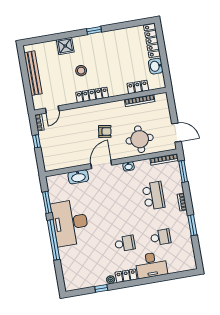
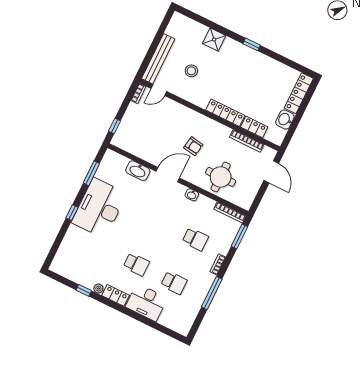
stool: (81, 71) -> (191, 71), moved
bench: (33, 73) -> (158, 59), moved
locker: (92, 95) -> (225, 113), moved
door: (176, 132) -> (271, 172), moved
window: (36, 141) -> (115, 126), moved
school desk: (153, 196) -> (195, 239), width x0.54
window: (192, 225) -> (212, 293), width x1.44
window: (53, 240) -> (72, 213), width x0.32

